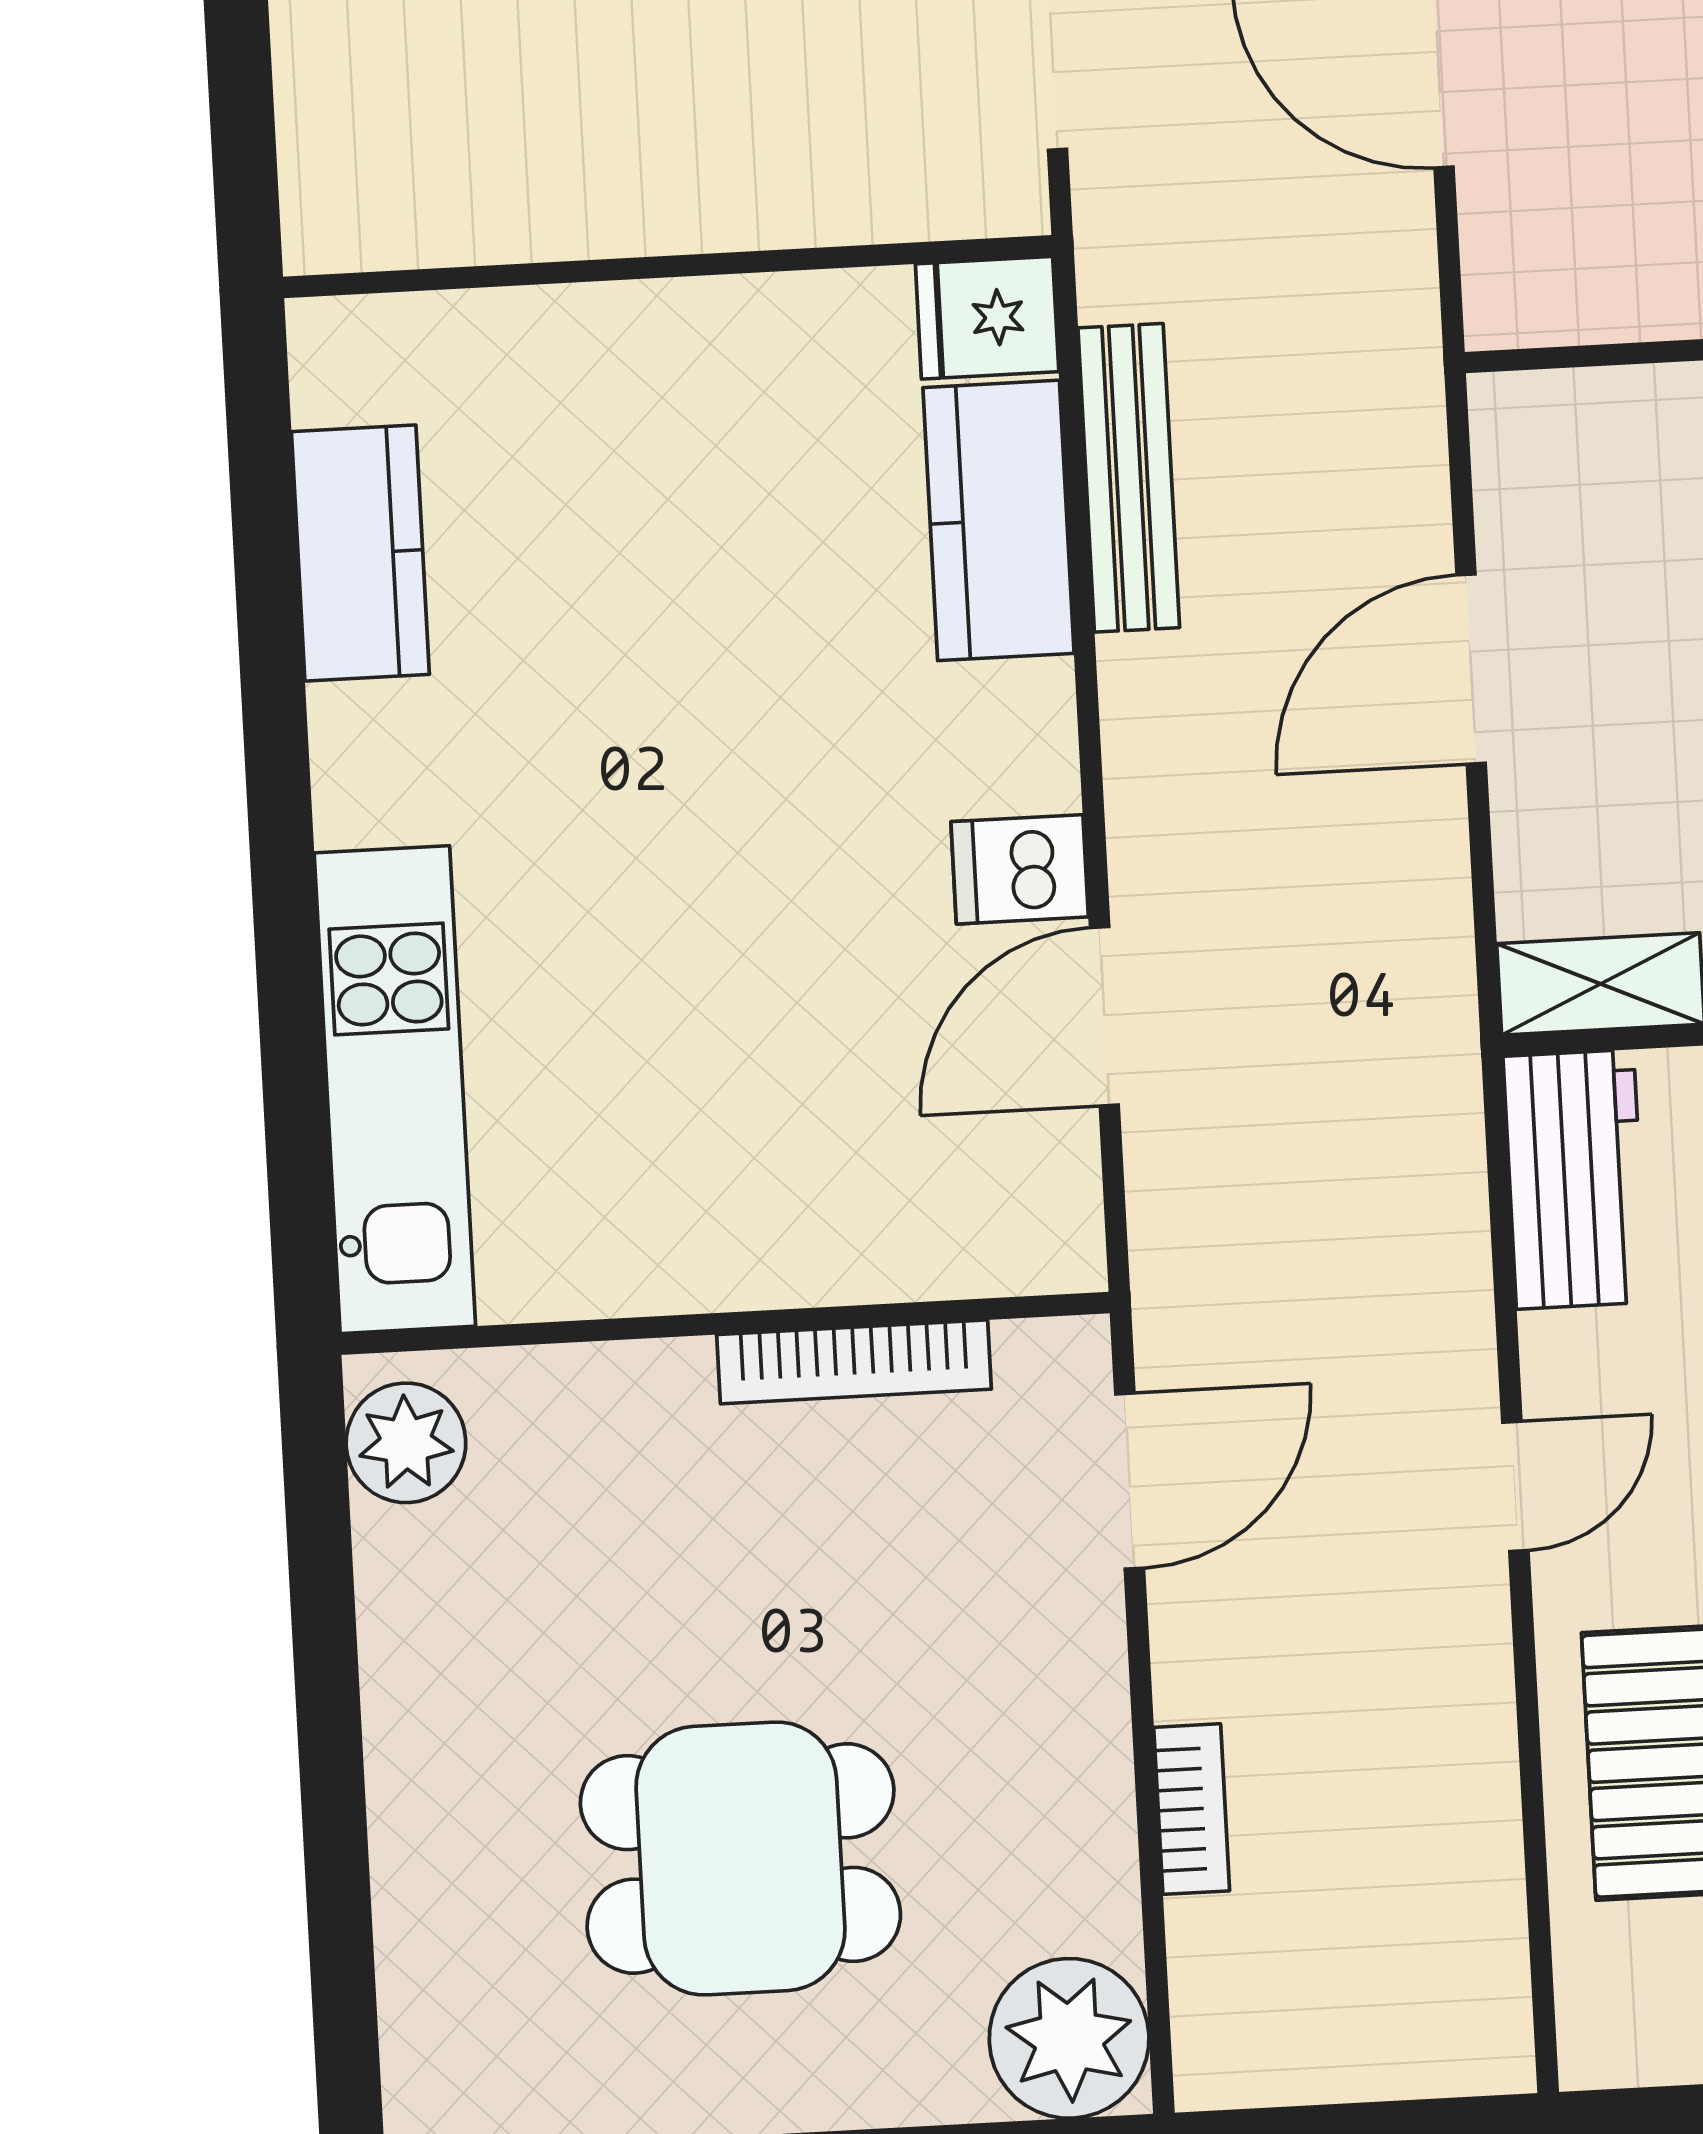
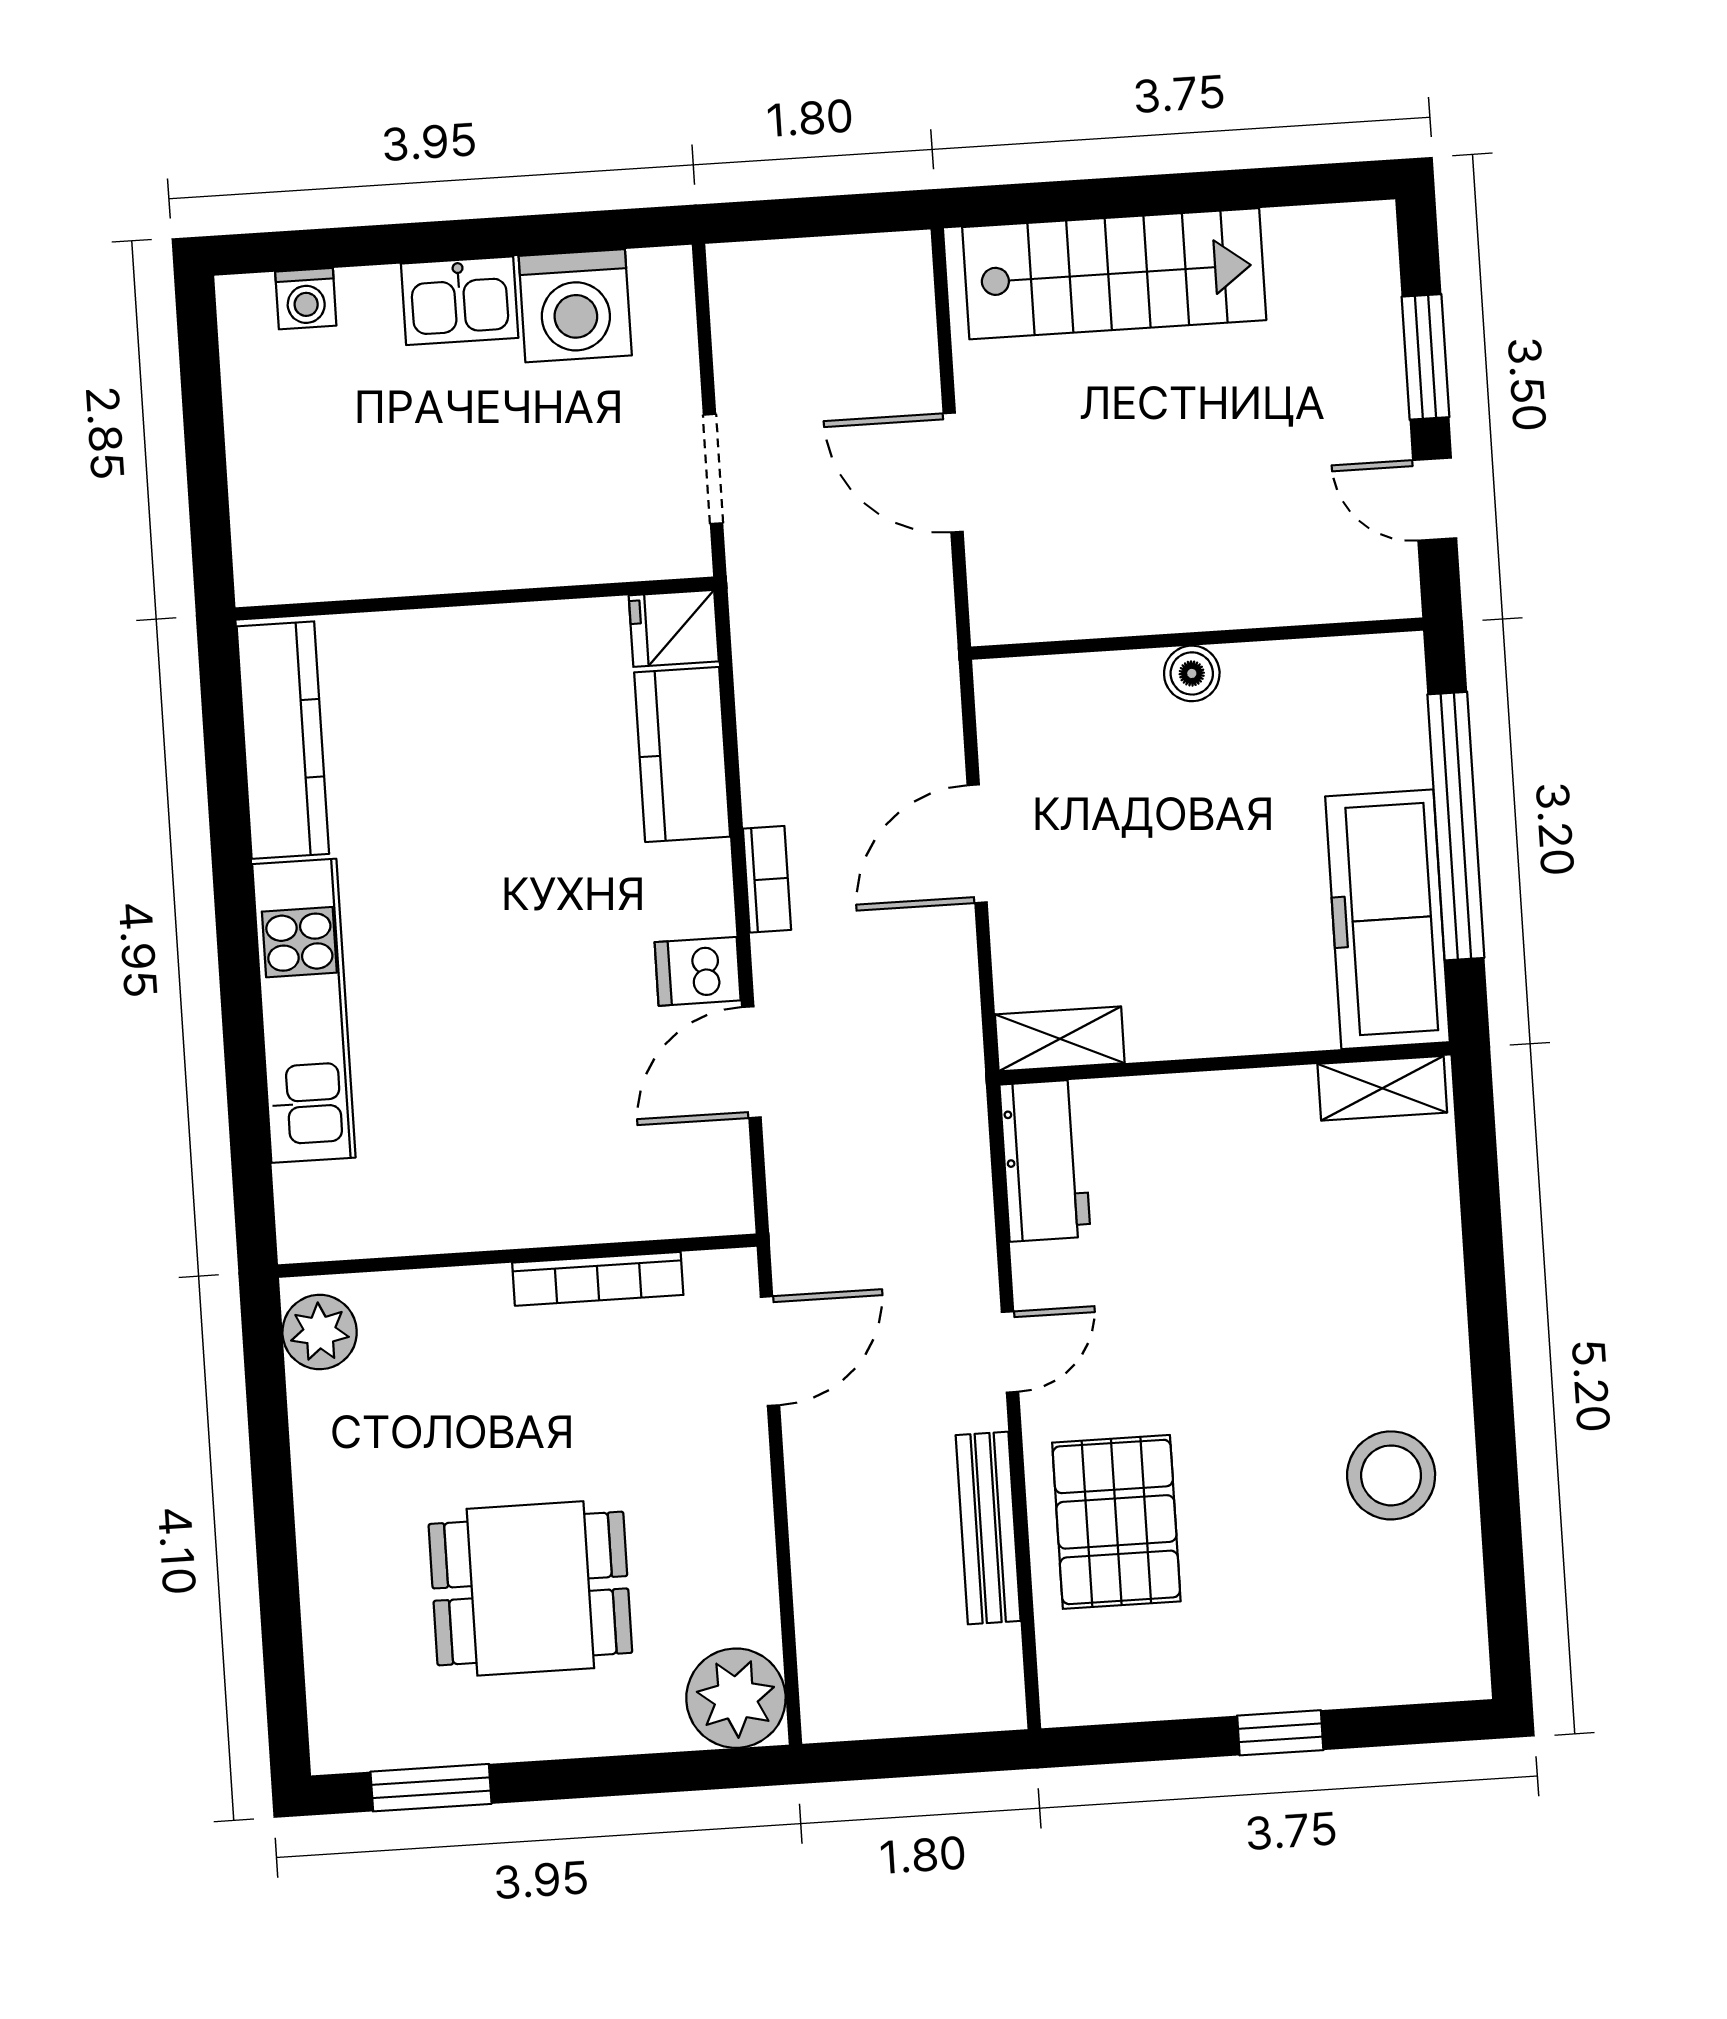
bench: (1129, 478) -> (988, 1528), moved
kitchen counter: (360, 553) -> (283, 740), width x1.50
kitchen unit: (395, 1090) -> (304, 1011), moved
bookcase: (1192, 1809) -> (767, 879), moved

